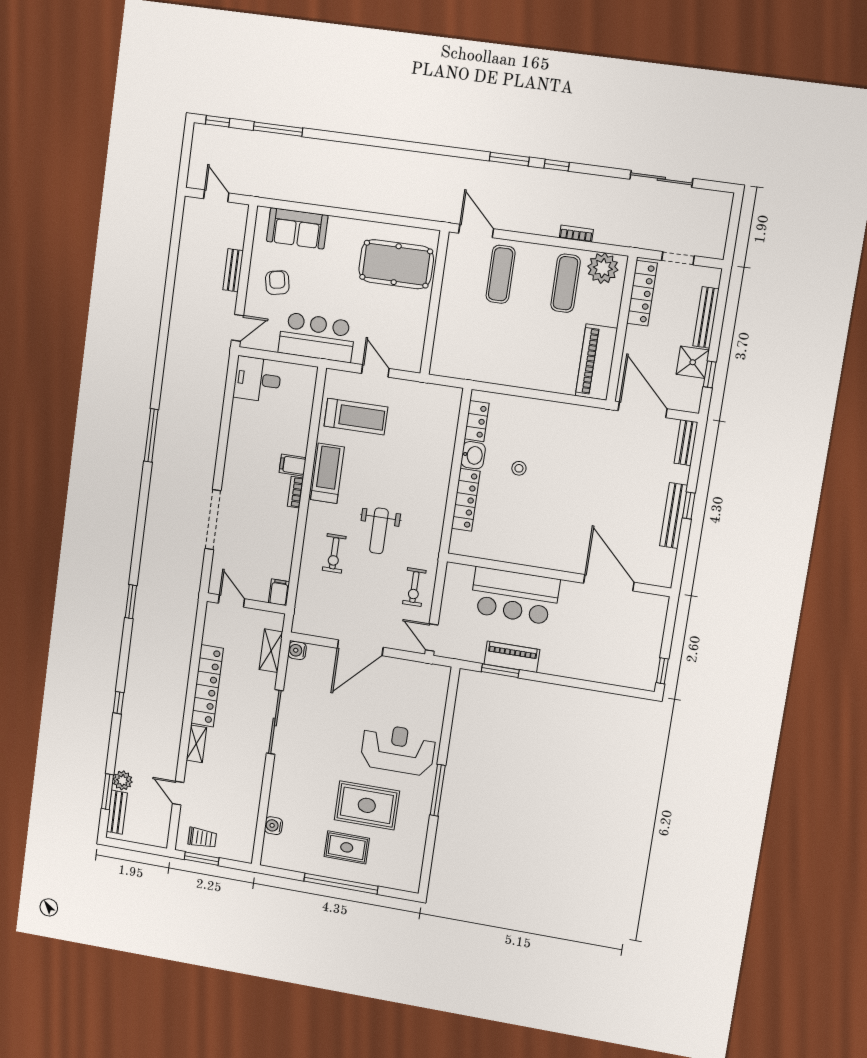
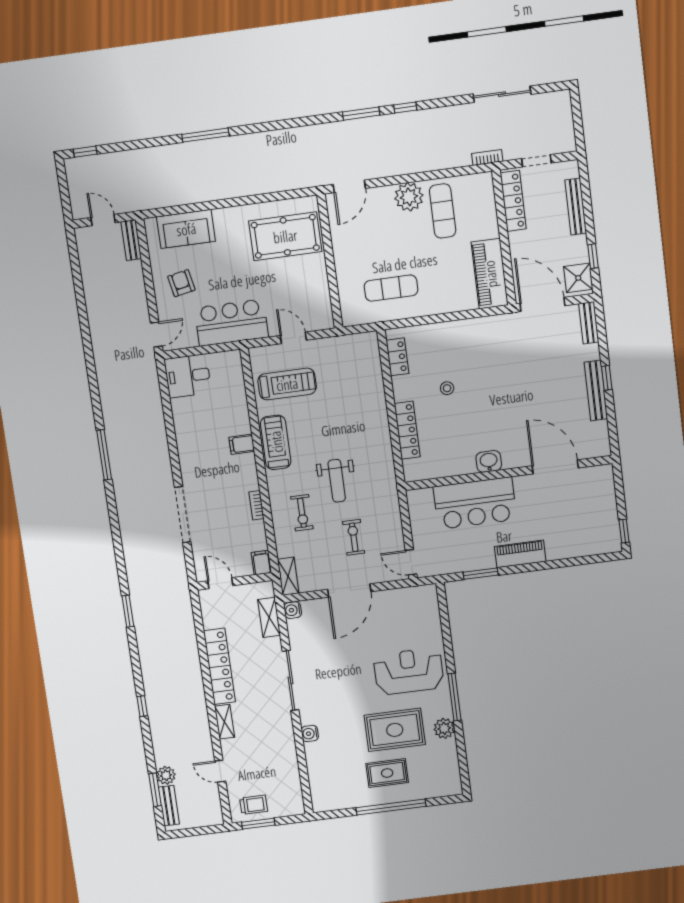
window: (278, 129) -> (205, 135), moved
door: (476, 231) -> (349, 186), swing flipped
bookcase: (576, 234) -> (487, 157), moved
plant: (603, 268) -> (409, 197), moved
bench: (233, 270) -> (131, 240), moved
exercise mat: (501, 274) -> (391, 288), moved, turned 90
shower: (693, 362) -> (578, 278), moved
washbasin: (473, 455) -> (489, 461), moved, turned -90
bookcase: (295, 492) -> (256, 505), moved
exercise bike: (414, 587) -> (354, 537), moved, turned 180
shelving: (302, 614) -> (288, 576), added
piano: (512, 657) -> (520, 554), moved
plant: (418, 819) -> (444, 728), added
water cooler: (273, 826) -> (310, 733), moved

